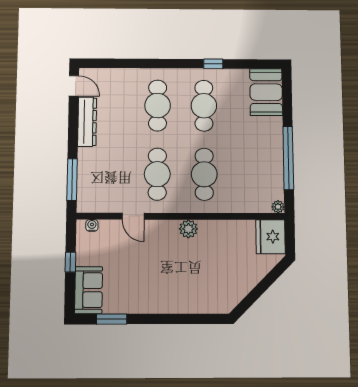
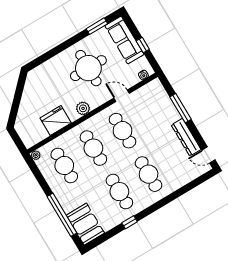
window: (288, 158) -> (62, 215), moved
cafe table: (251, 174) -> (64, 165), added
window: (72, 180) -> (181, 108), moved
fridge: (271, 237) -> (56, 120), moved, turned -90
round table: (153, 274) -> (88, 68), added
sofa: (88, 290) -> (124, 40), width x1.36

